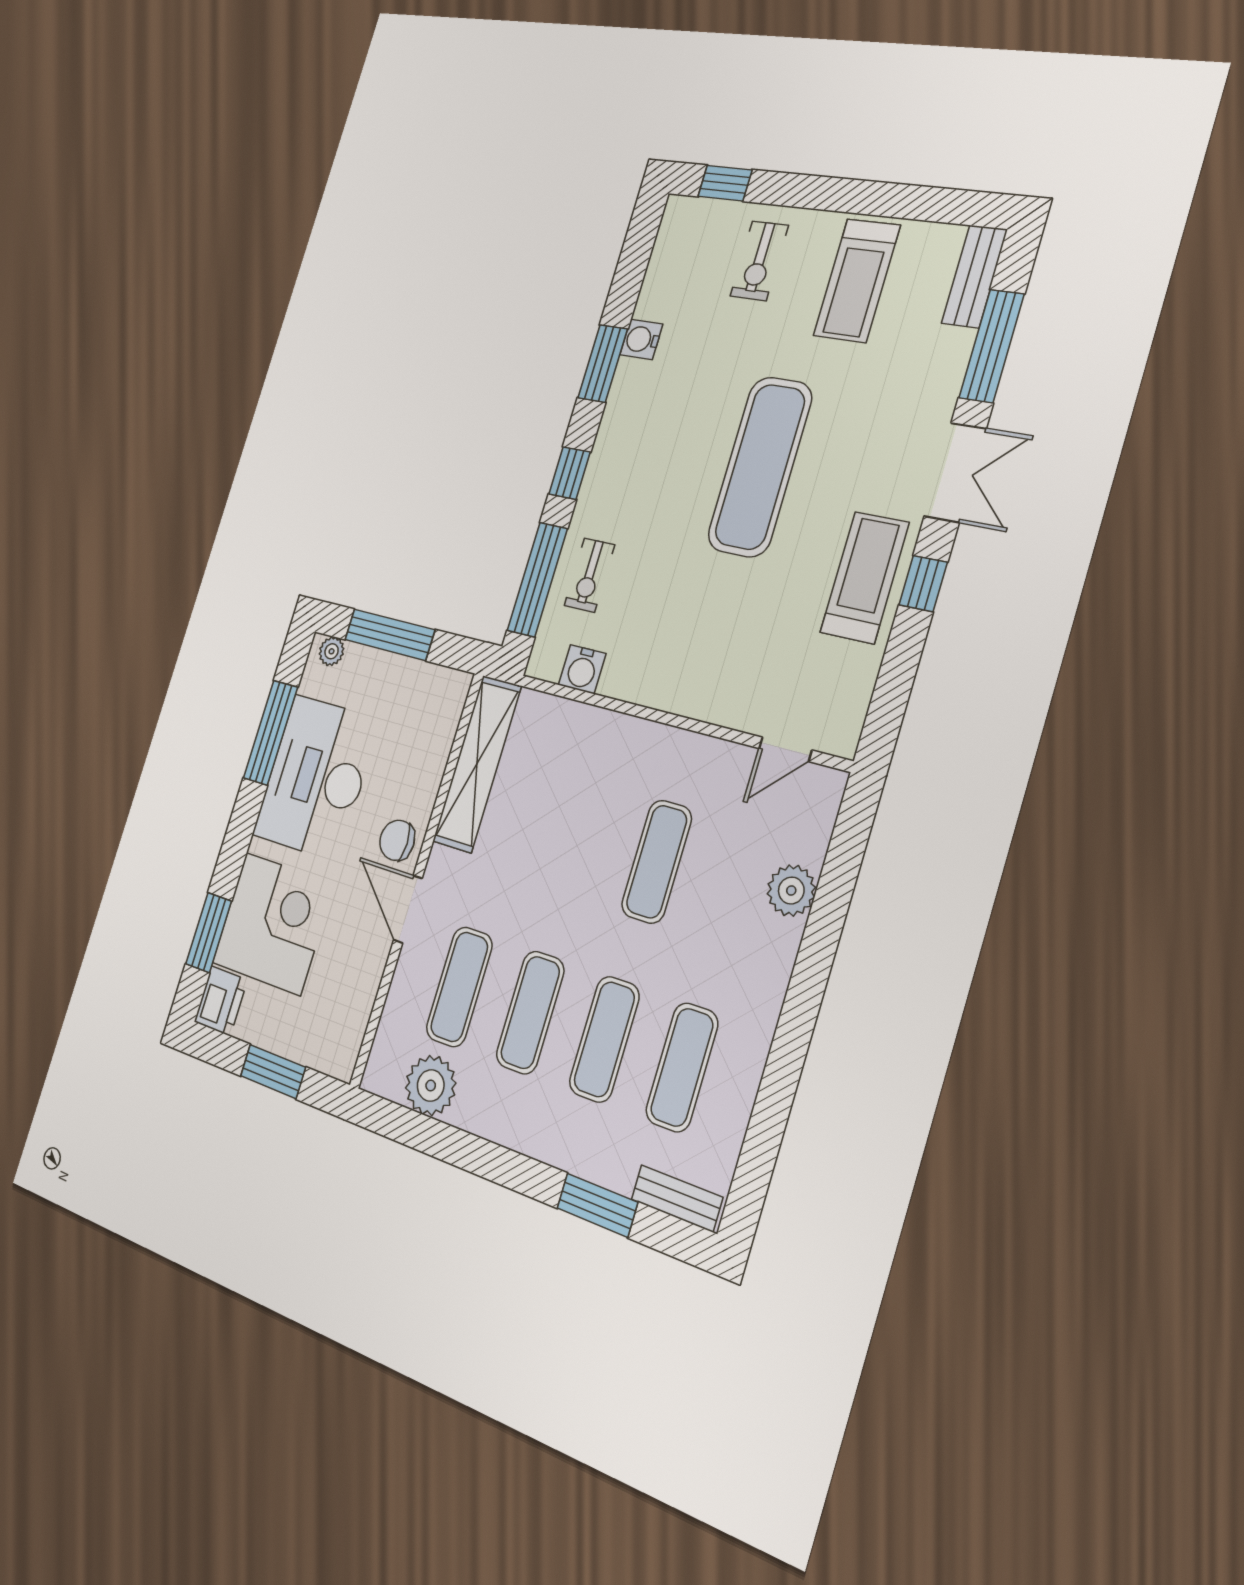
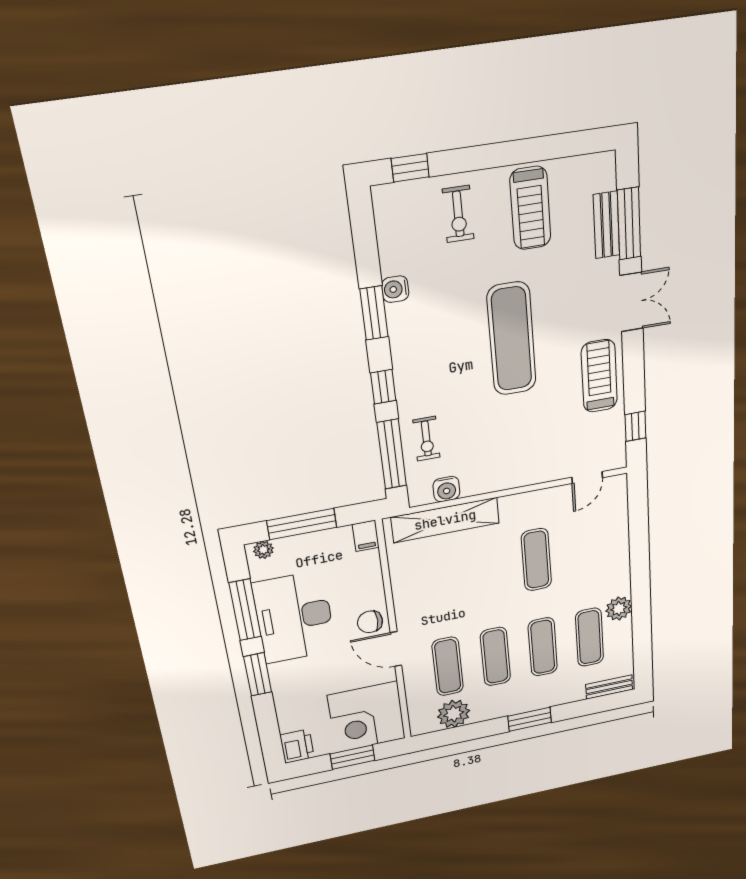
bench: (974, 276) -> (606, 225), moved
window: (923, 584) -> (635, 426), moved
filing cabinet: (453, 693) -> (366, 536), added
shelving: (477, 764) -> (445, 520), moved, turned 90
plant: (791, 891) -> (619, 609), moved
corner desk: (273, 923) -> (367, 717), moved, turned 180
window: (209, 933) -> (258, 674), moved
window: (597, 1205) -> (530, 719), moved

